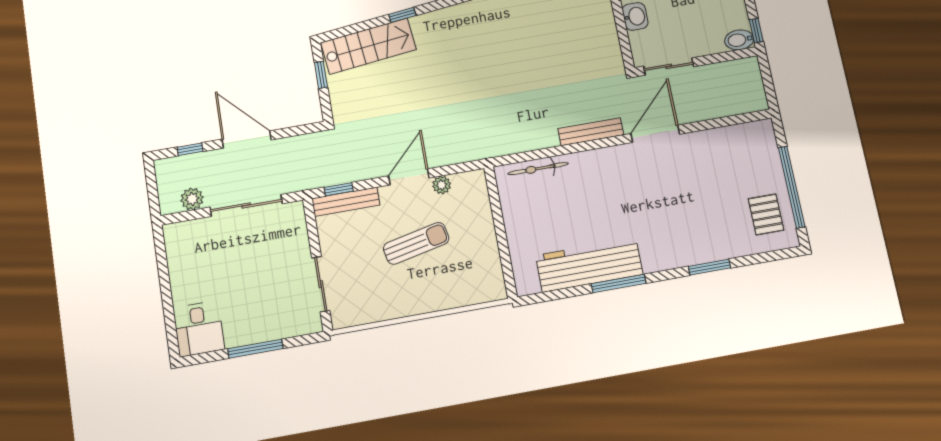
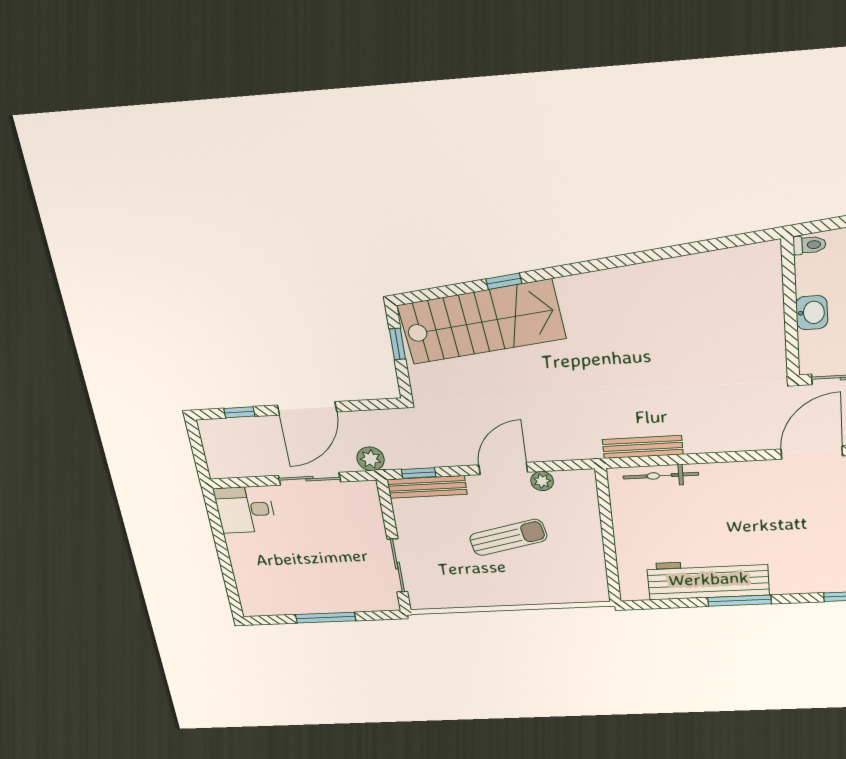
stairs: (368, 46) -> (482, 322), width x1.36, depth x1.51
bench: (591, 132) -> (643, 447), moved
door: (247, 139) -> (307, 408), swing flipped
plant: (192, 199) -> (371, 459), moved
sliding door: (246, 205) -> (310, 479), width x0.73
desk: (199, 329) -> (245, 510), moved, turned 90

